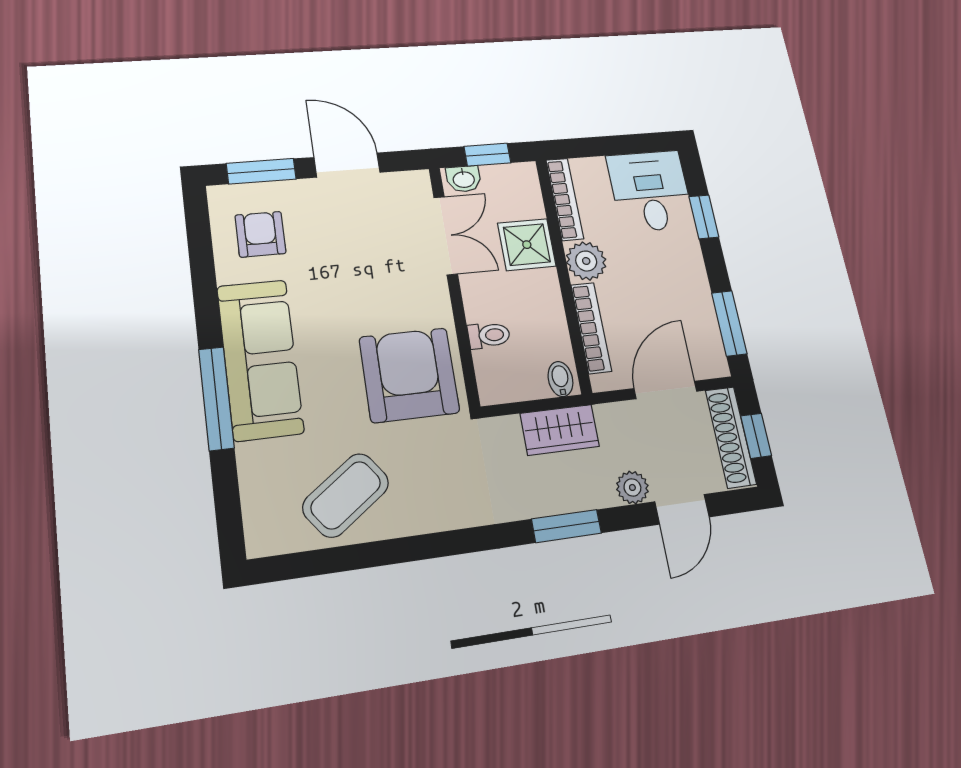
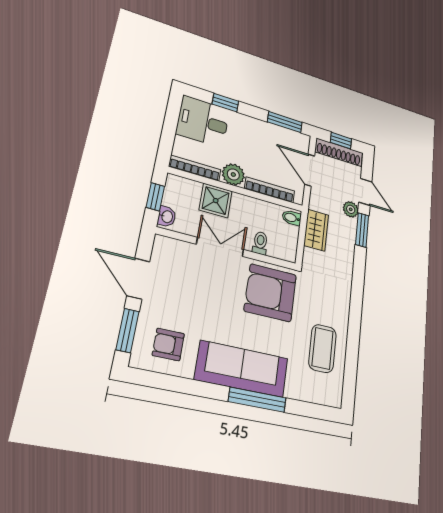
door: (347, 165) -> (138, 279), hinge flipped
double door: (446, 236) -> (220, 247), moved
coffee table: (346, 495) -> (322, 348), turned 36
window: (566, 526) -> (362, 230), moved

